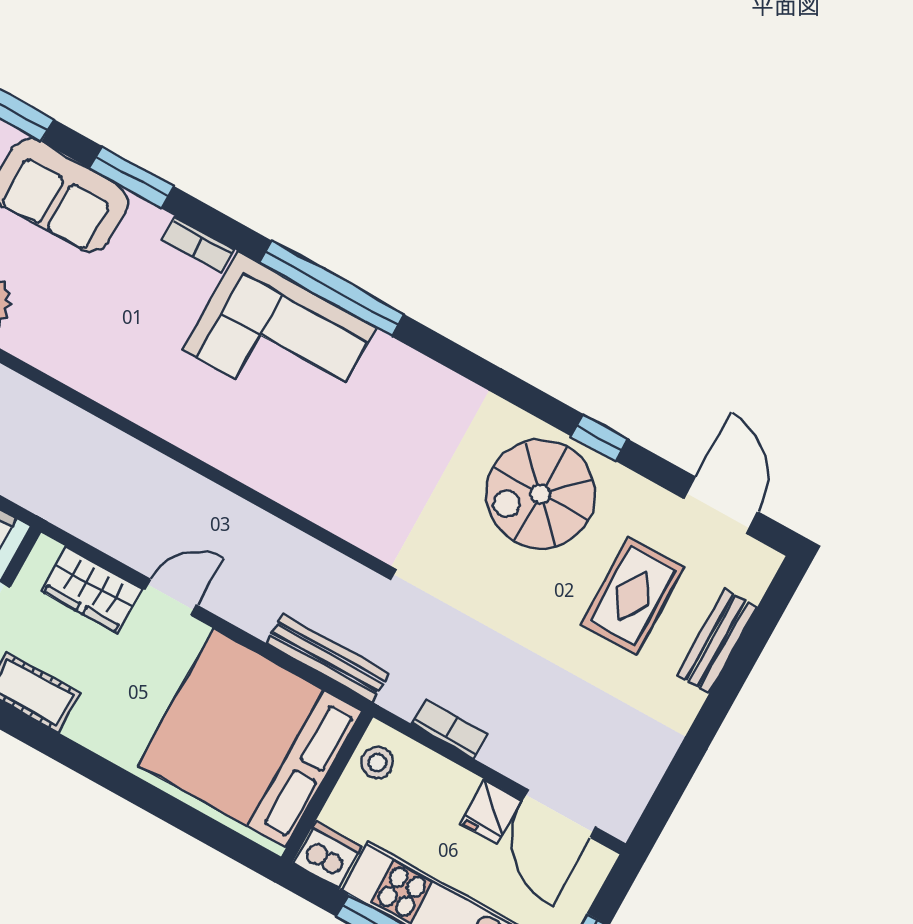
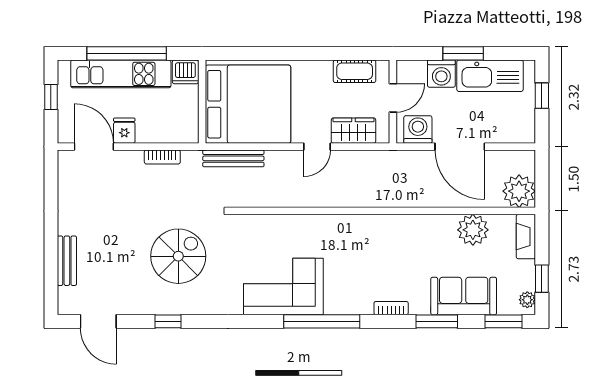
corner sofa: (279, 339) -> (283, 287), moved
spiral stairs: (541, 494) -> (178, 256), moved
rug: (633, 596) -> (115, 260), removed
stool: (377, 763) -> (186, 125), removed

